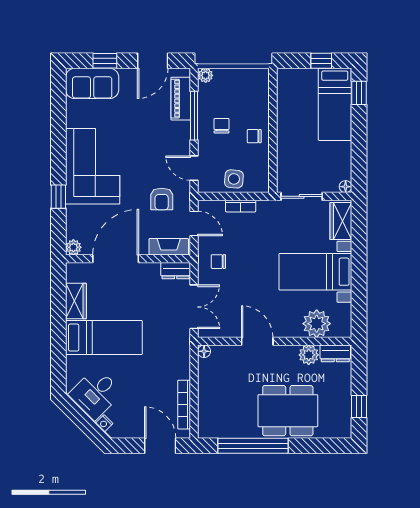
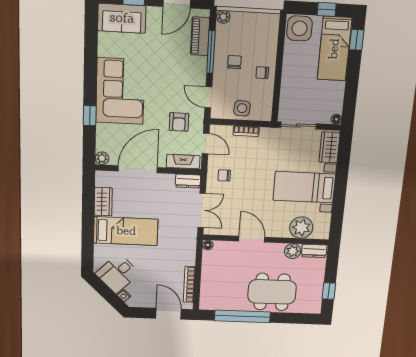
side table: (293, 84) -> (300, 28), added

